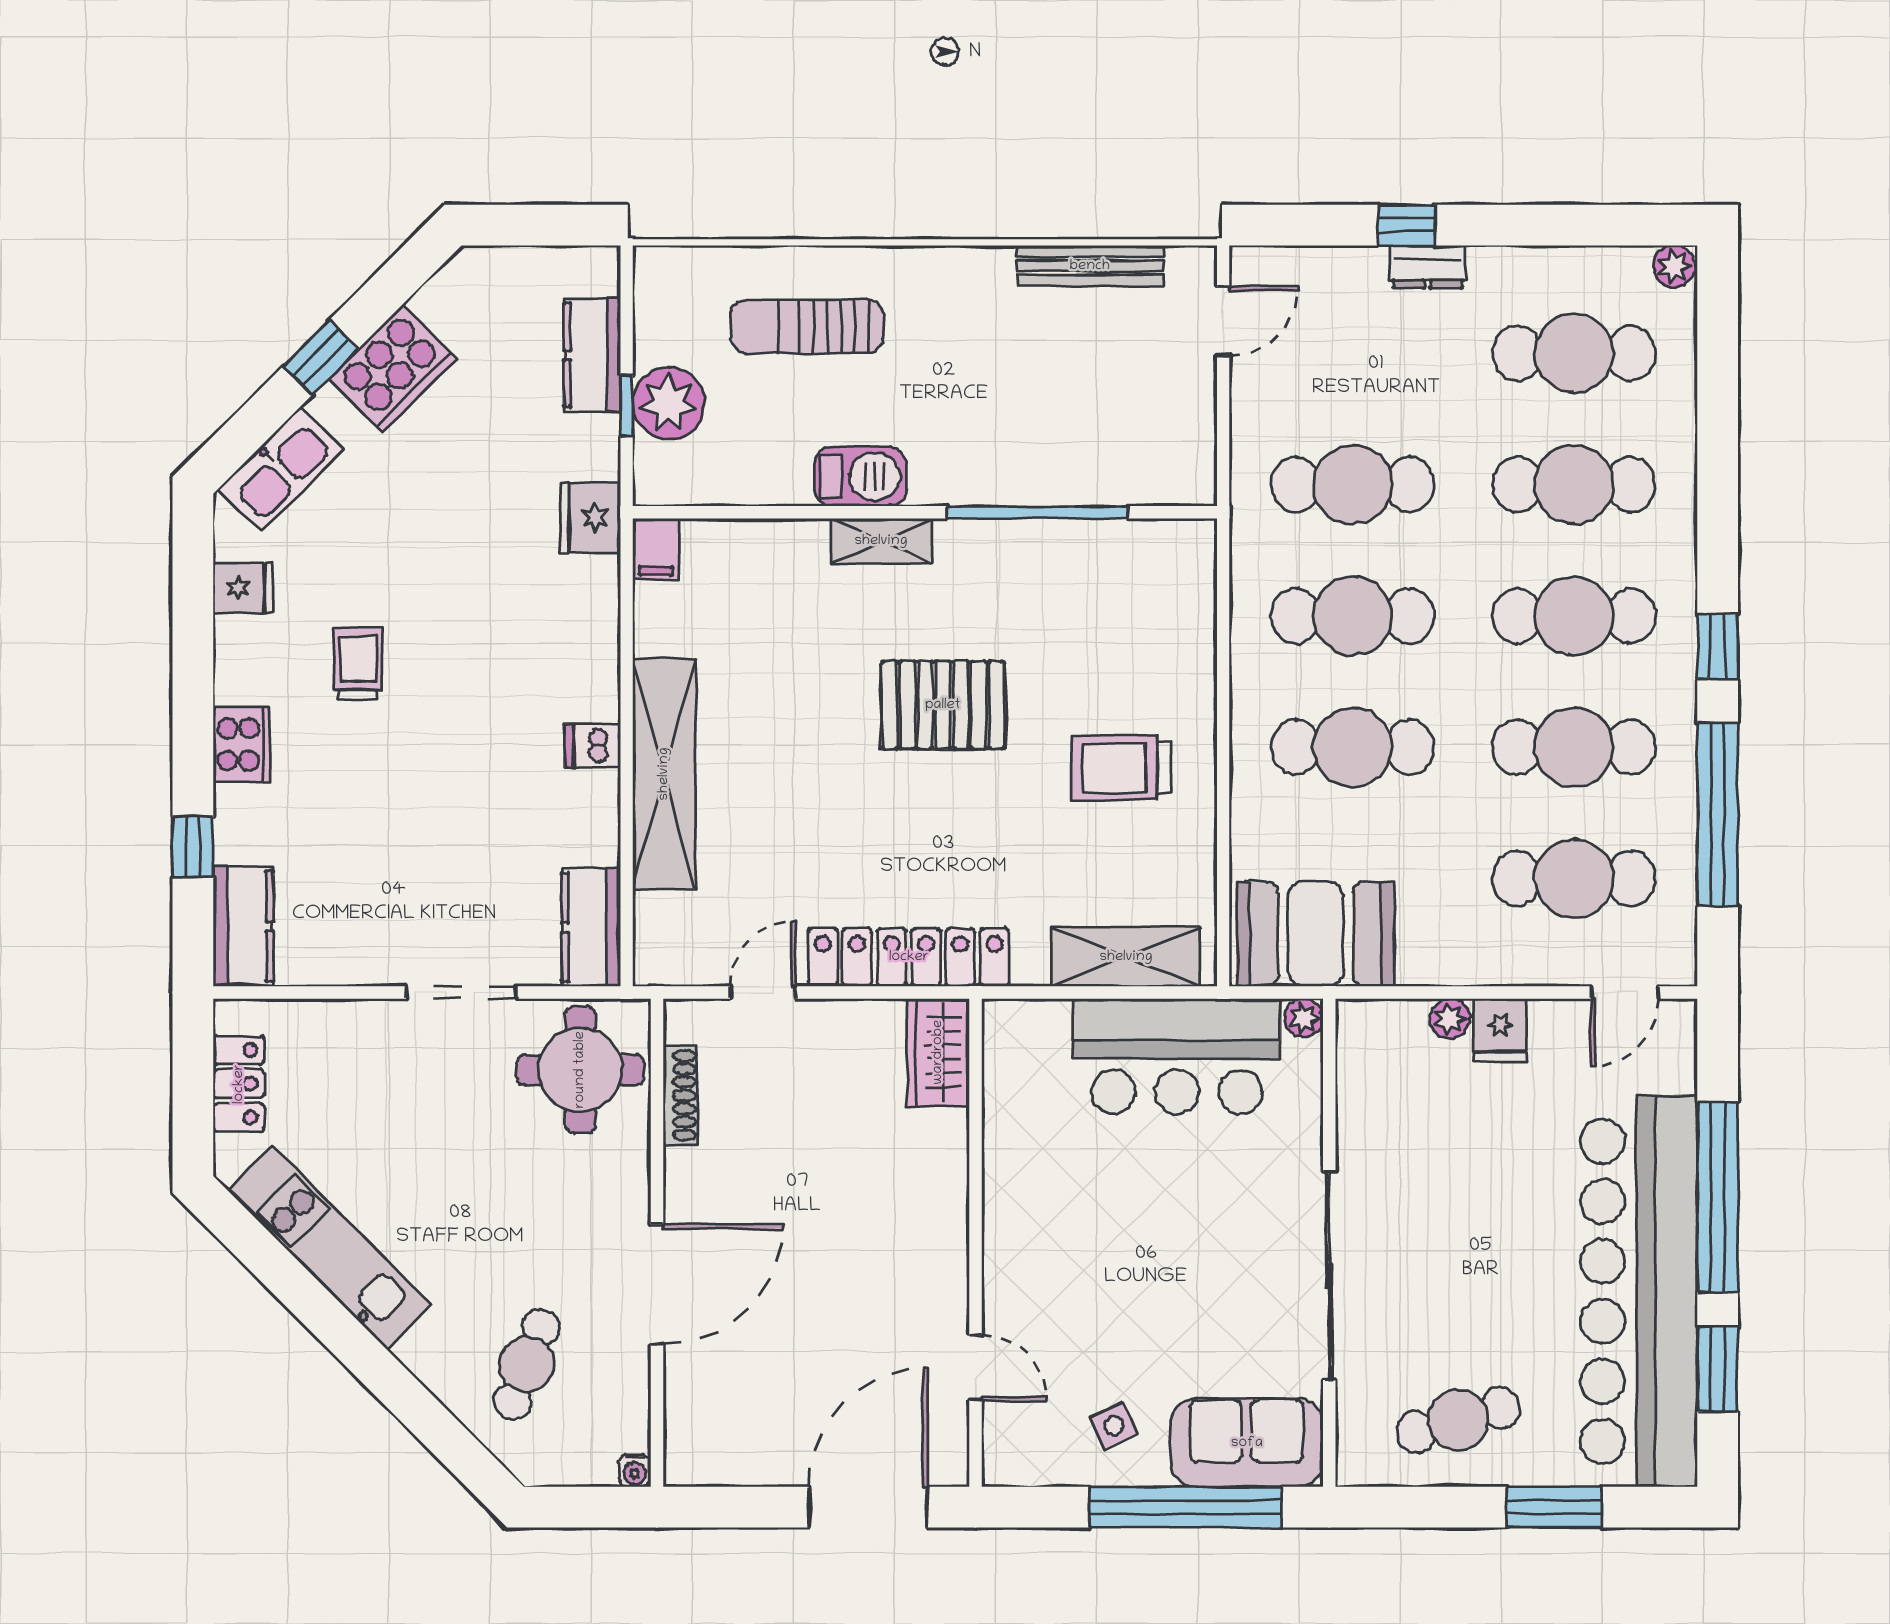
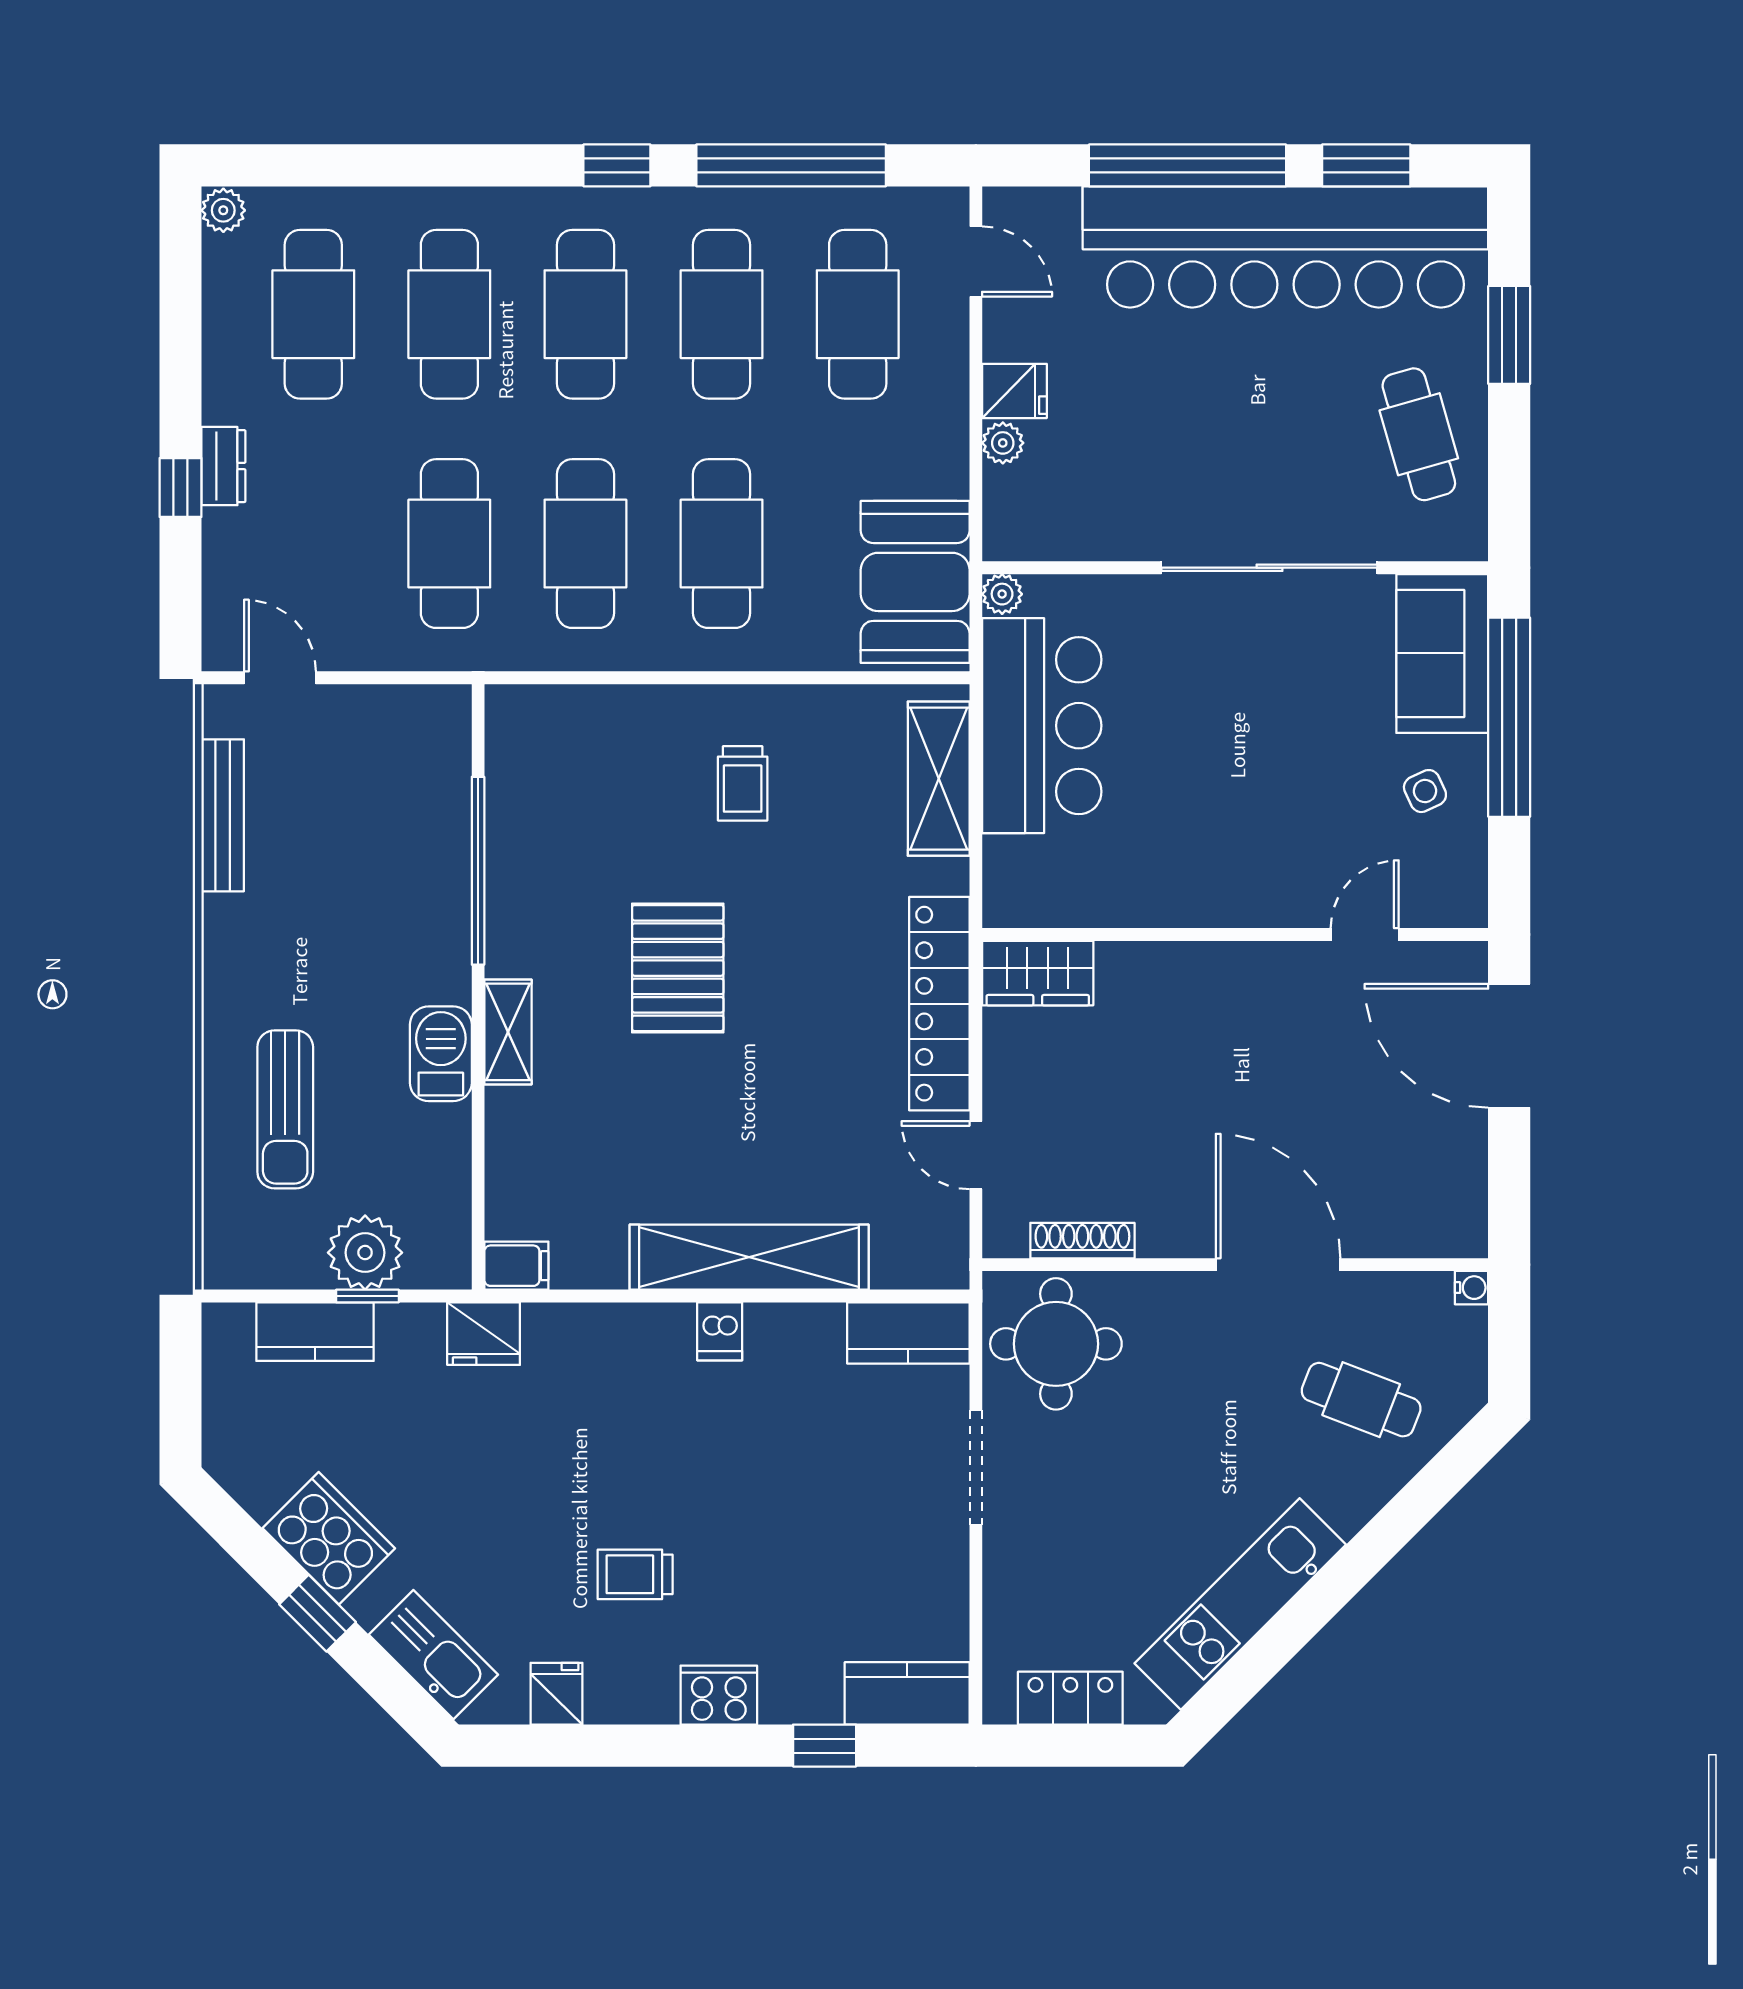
trolley: (1121, 768) -> (743, 783), width x0.73, depth x0.72

